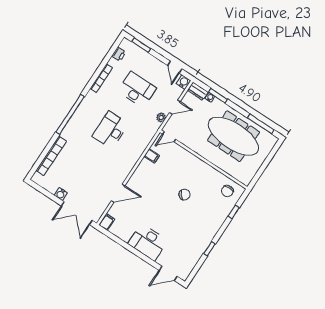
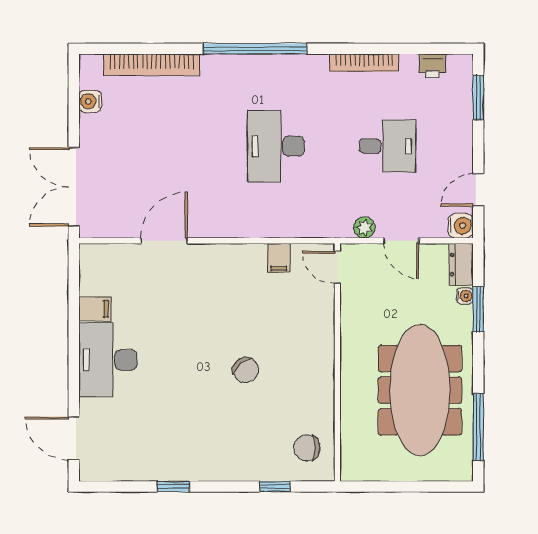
desk: (137, 90) -> (388, 146), width x0.73
desk: (110, 130) -> (276, 146), turned -90
door: (118, 193) -> (164, 241), swing flipped
water cooler: (61, 194) -> (90, 101), moved
filing cabinet: (107, 222) -> (95, 309), moved

